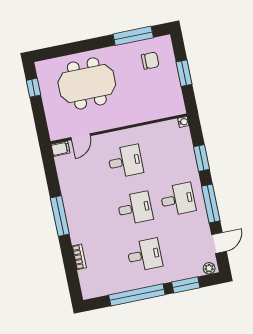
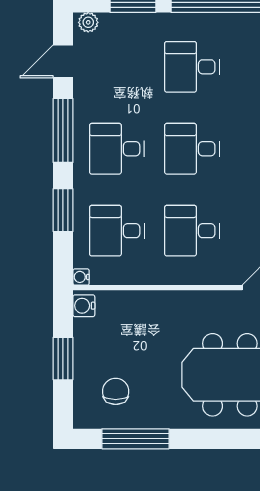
chair: (150, 61) -> (116, 391), turned 90
water cooler: (178, 106) -> (84, 306), added
desk: (168, 153) -> (117, 231), added

